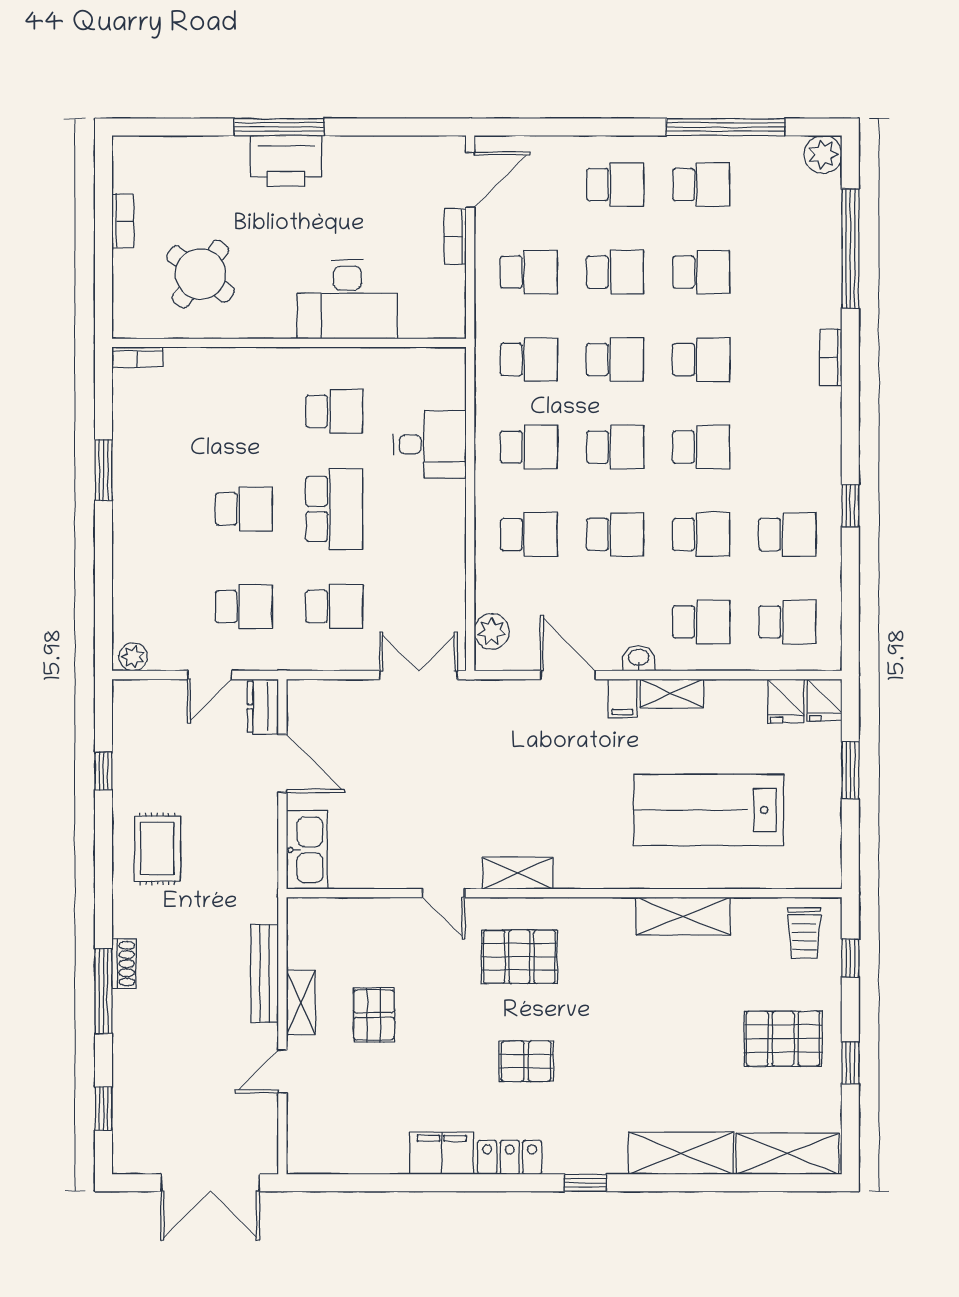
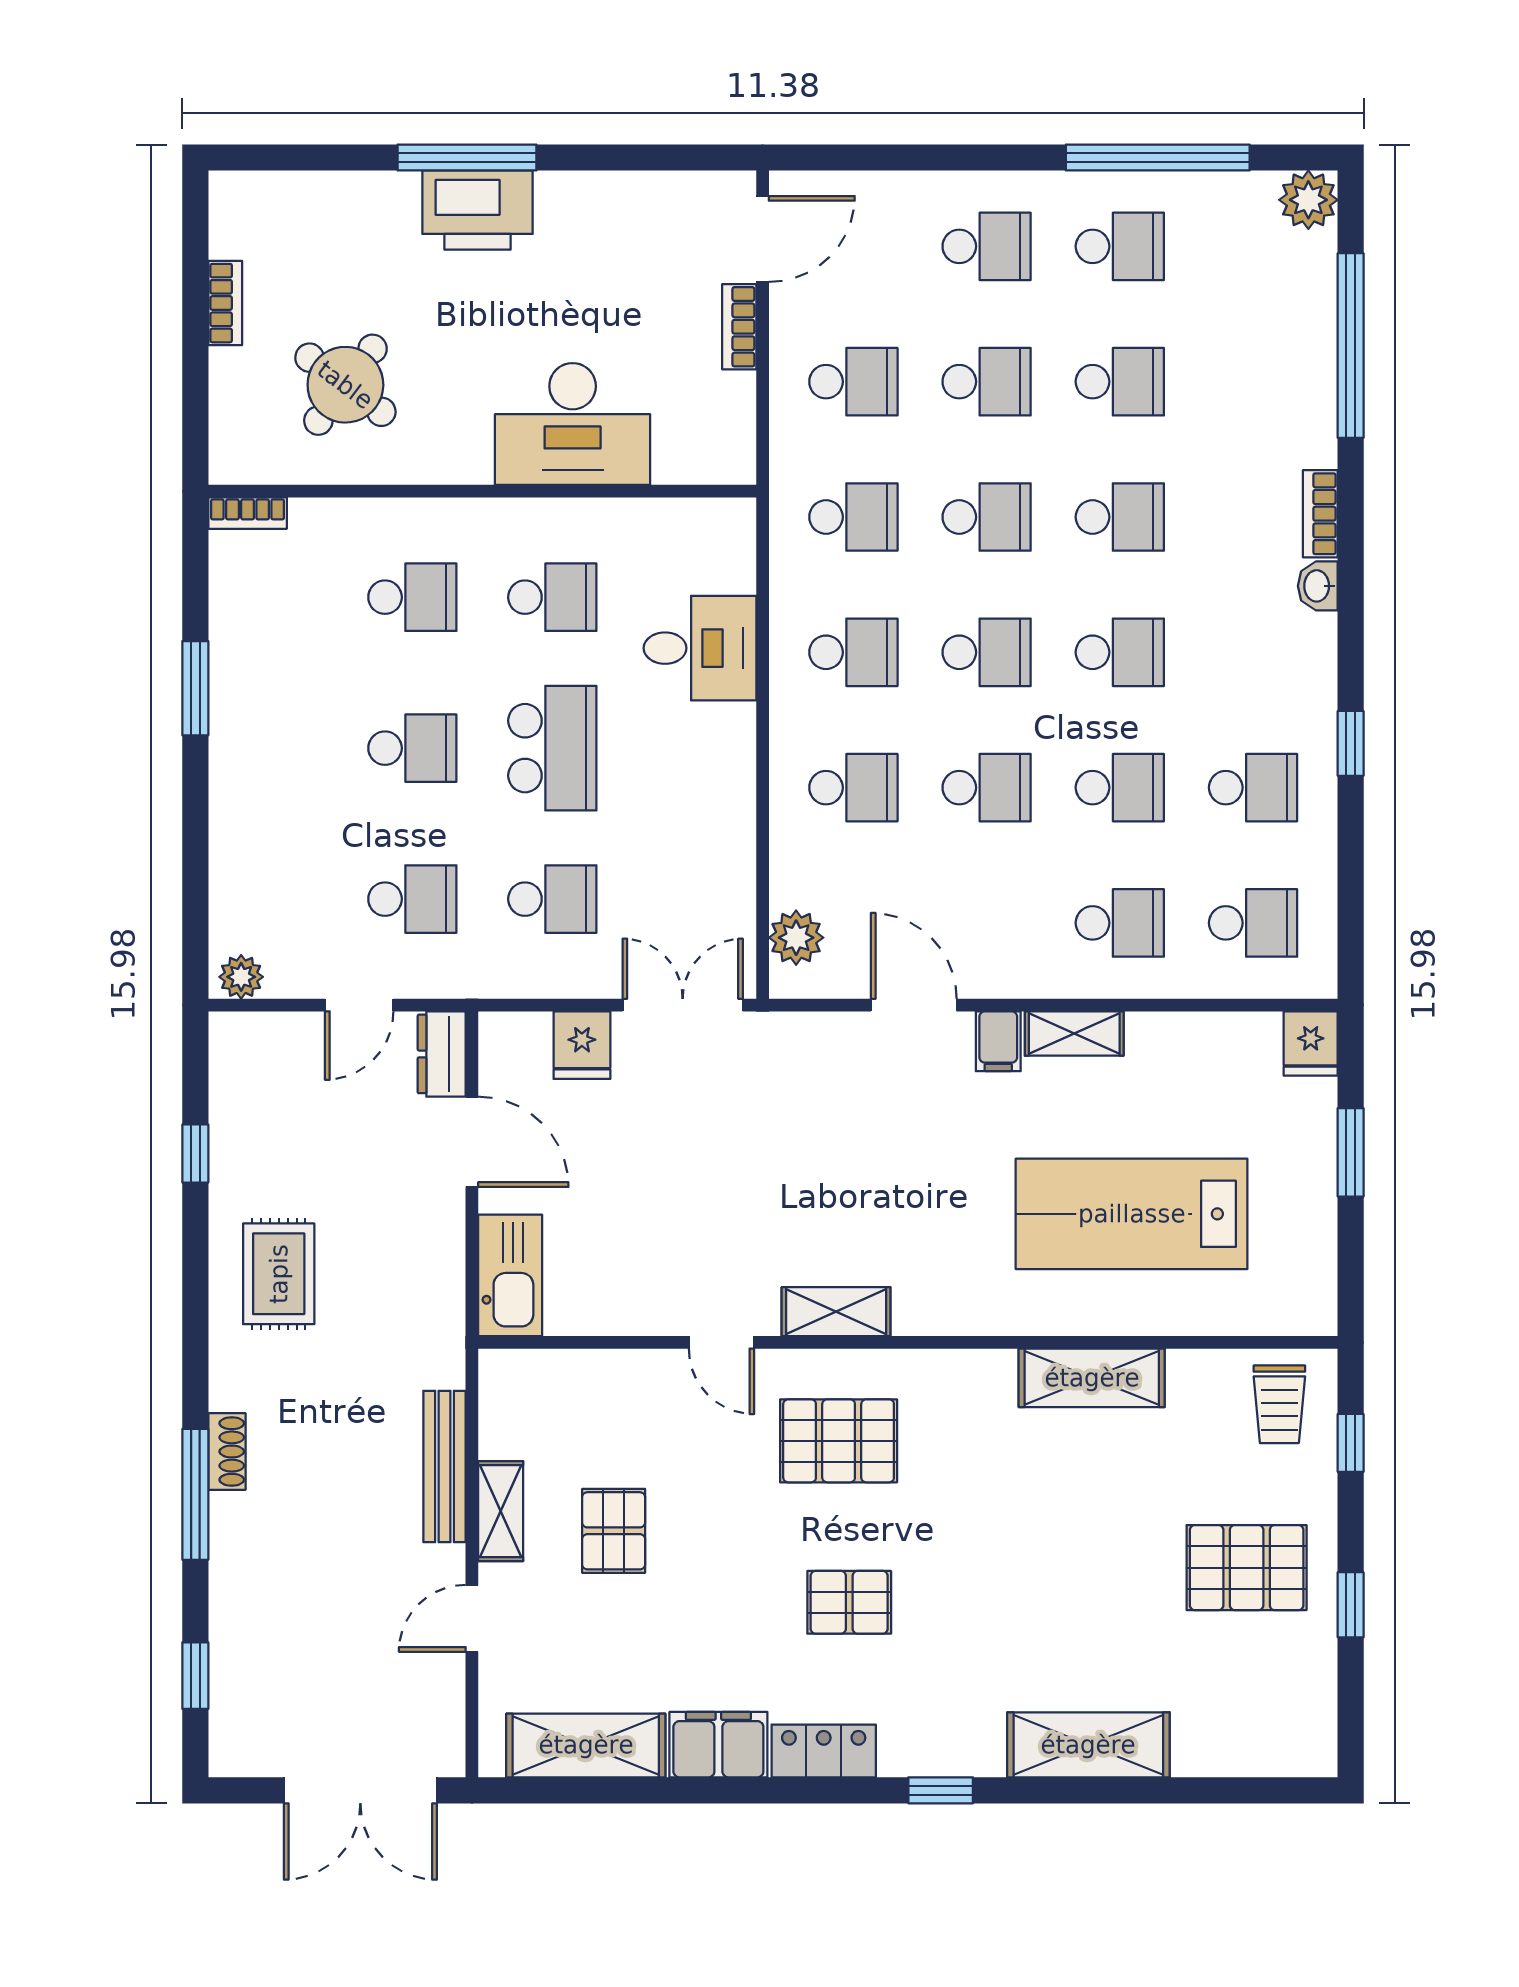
school desk: (244, 411) -> (412, 597), added
washbasin: (639, 658) -> (1318, 586), moved, turned -90
fridge: (786, 701) -> (582, 1045), moved
shelving: (788, 1154) -> (586, 1745), moved

